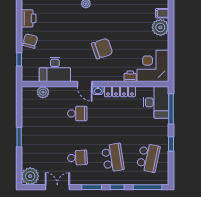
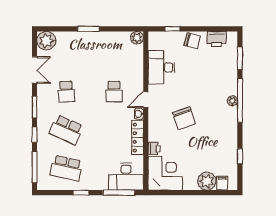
plant: (43, 92) -> (137, 38), moved
school desk: (113, 158) -> (66, 130), turned 33

